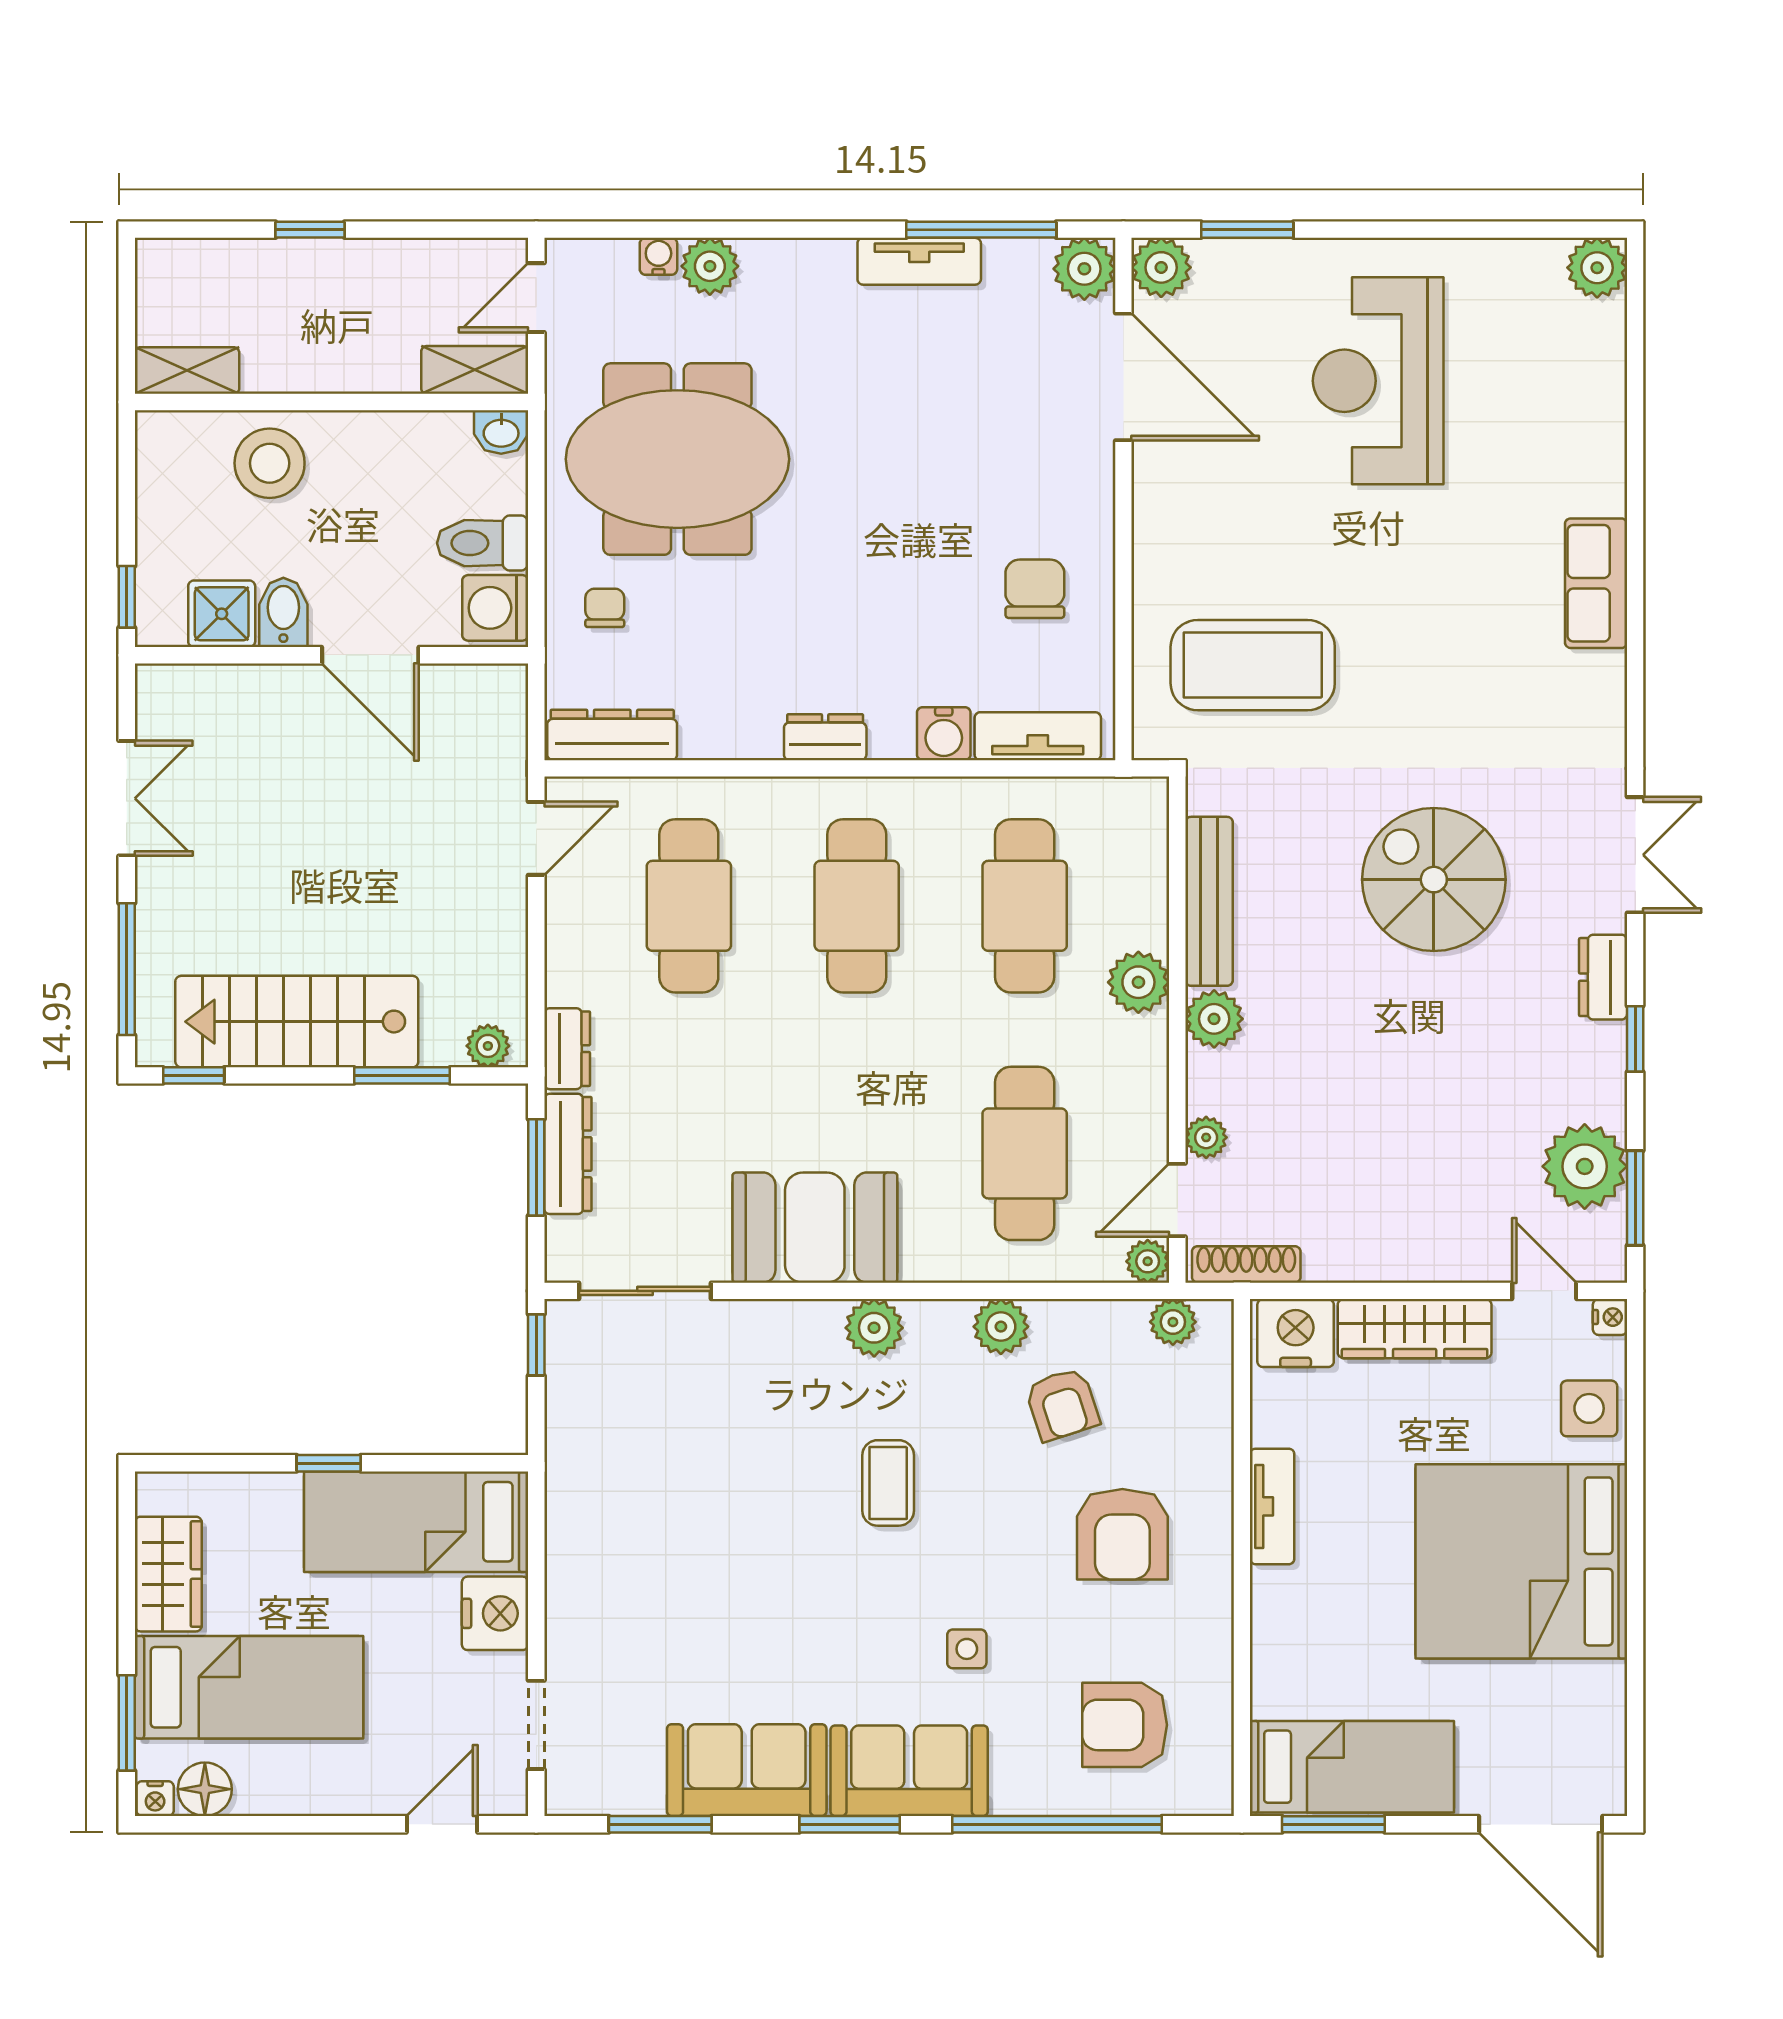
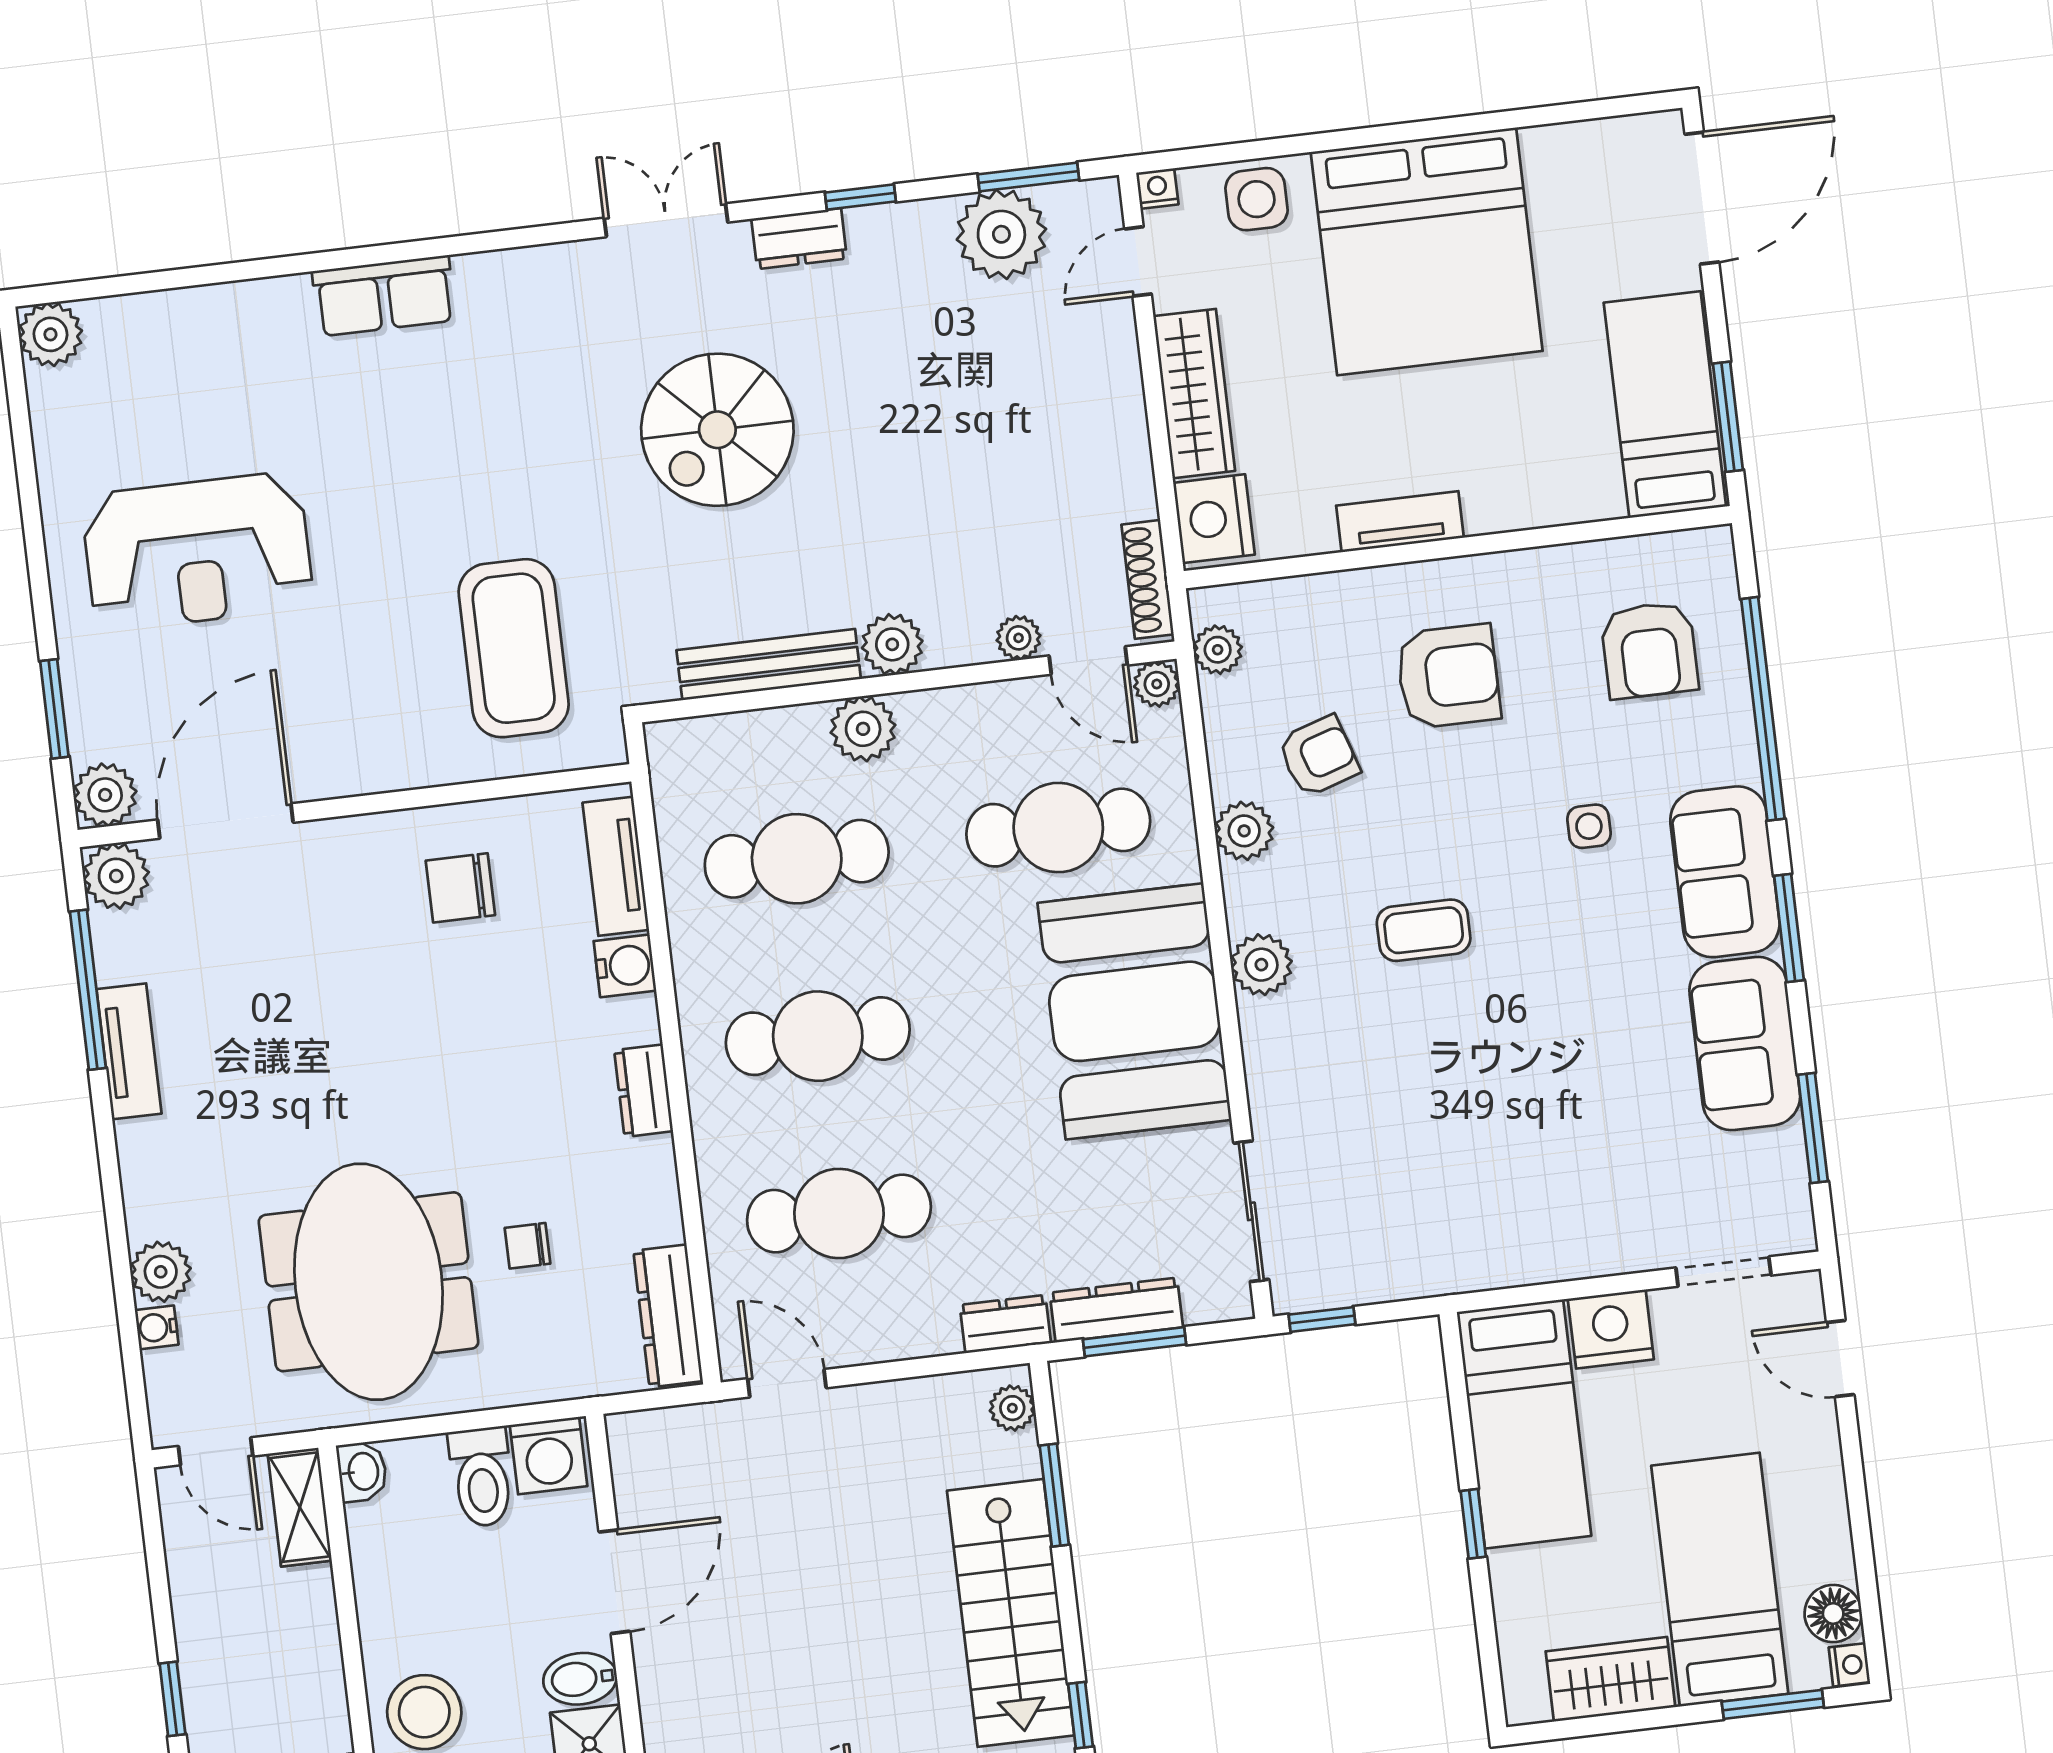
chair: (605, 608) -> (528, 1246), moved
booth: (815, 1228) -> (1135, 1011), width x1.36, depth x1.42

